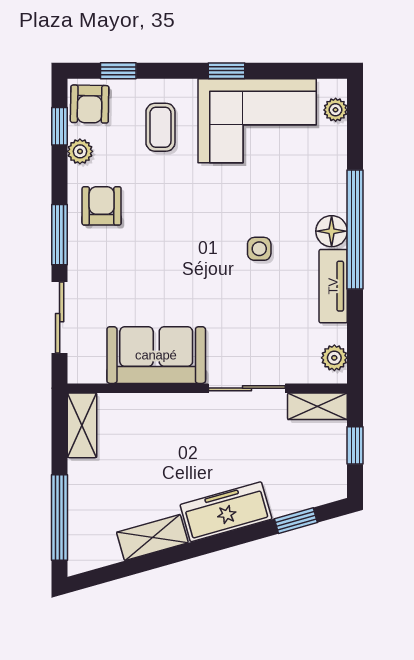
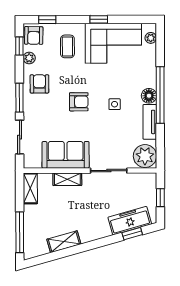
armchair: (184, 244) -> (79, 102), added
plant: (334, 358) -> (145, 156), width x1.88, depth x1.88
shelving: (317, 406) -> (67, 179), moved
freezer: (226, 512) -> (130, 221), moved

